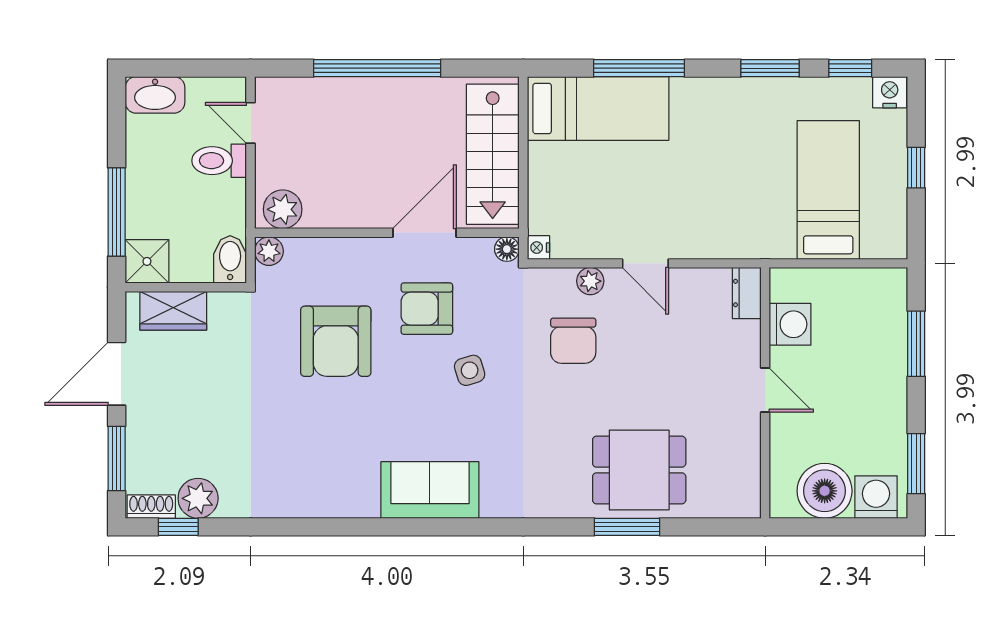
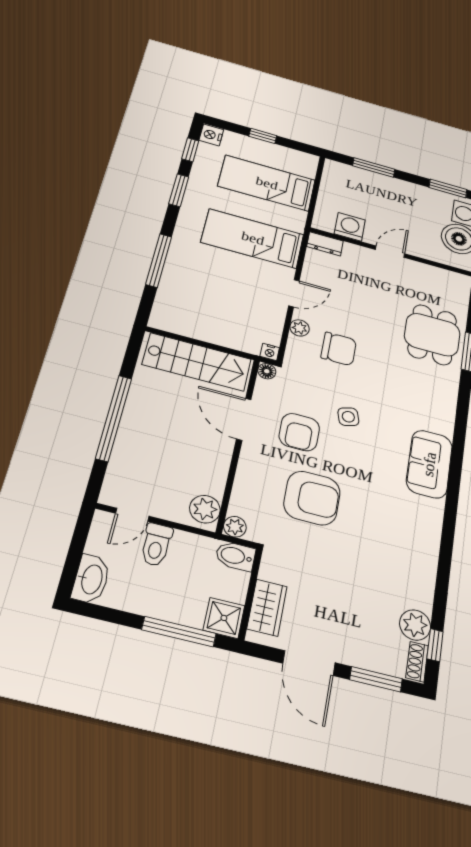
bed: (598, 108) -> (253, 238), moved, turned -90

